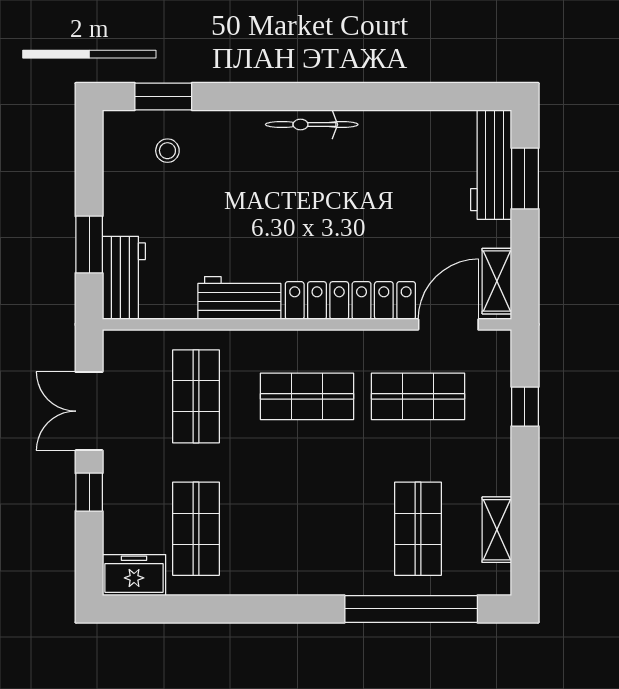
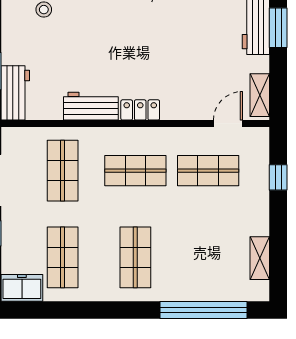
locker: (350, 301) -> (140, 110), width x0.46, depth x0.83
door: (448, 324) -> (228, 123), width x0.73
shop shelf: (418, 529) -> (135, 257), moved

